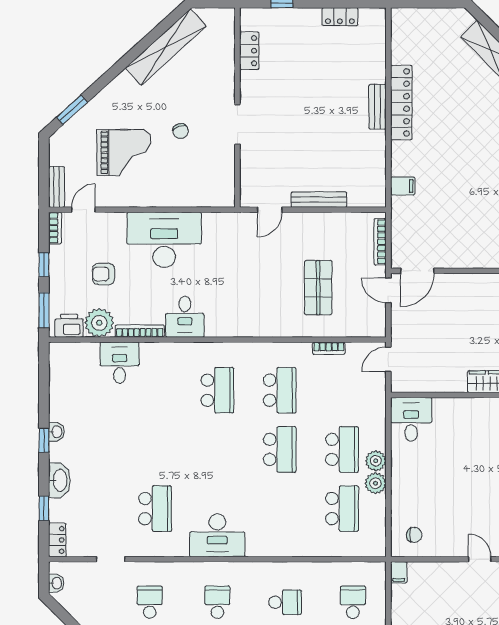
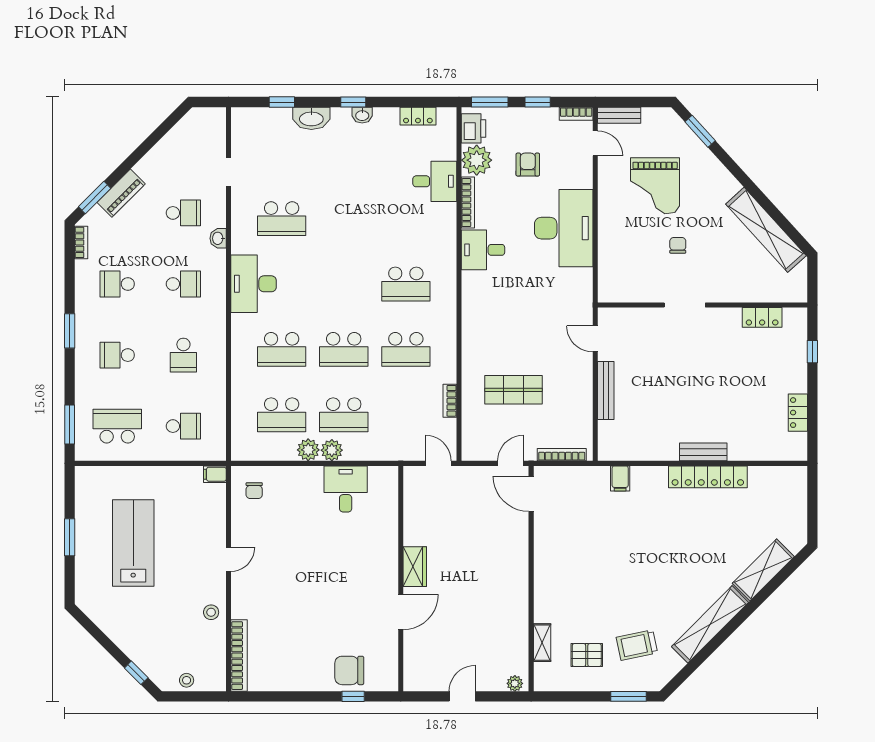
chair: (181, 131) -> (678, 245), turned 109
desk: (411, 419) -> (346, 489), moved, turned -90
school desk: (280, 509) -> (282, 349), added
locker: (57, 540) -> (418, 116), moved
washbasin: (56, 583) -> (218, 238), moved, turned 90

